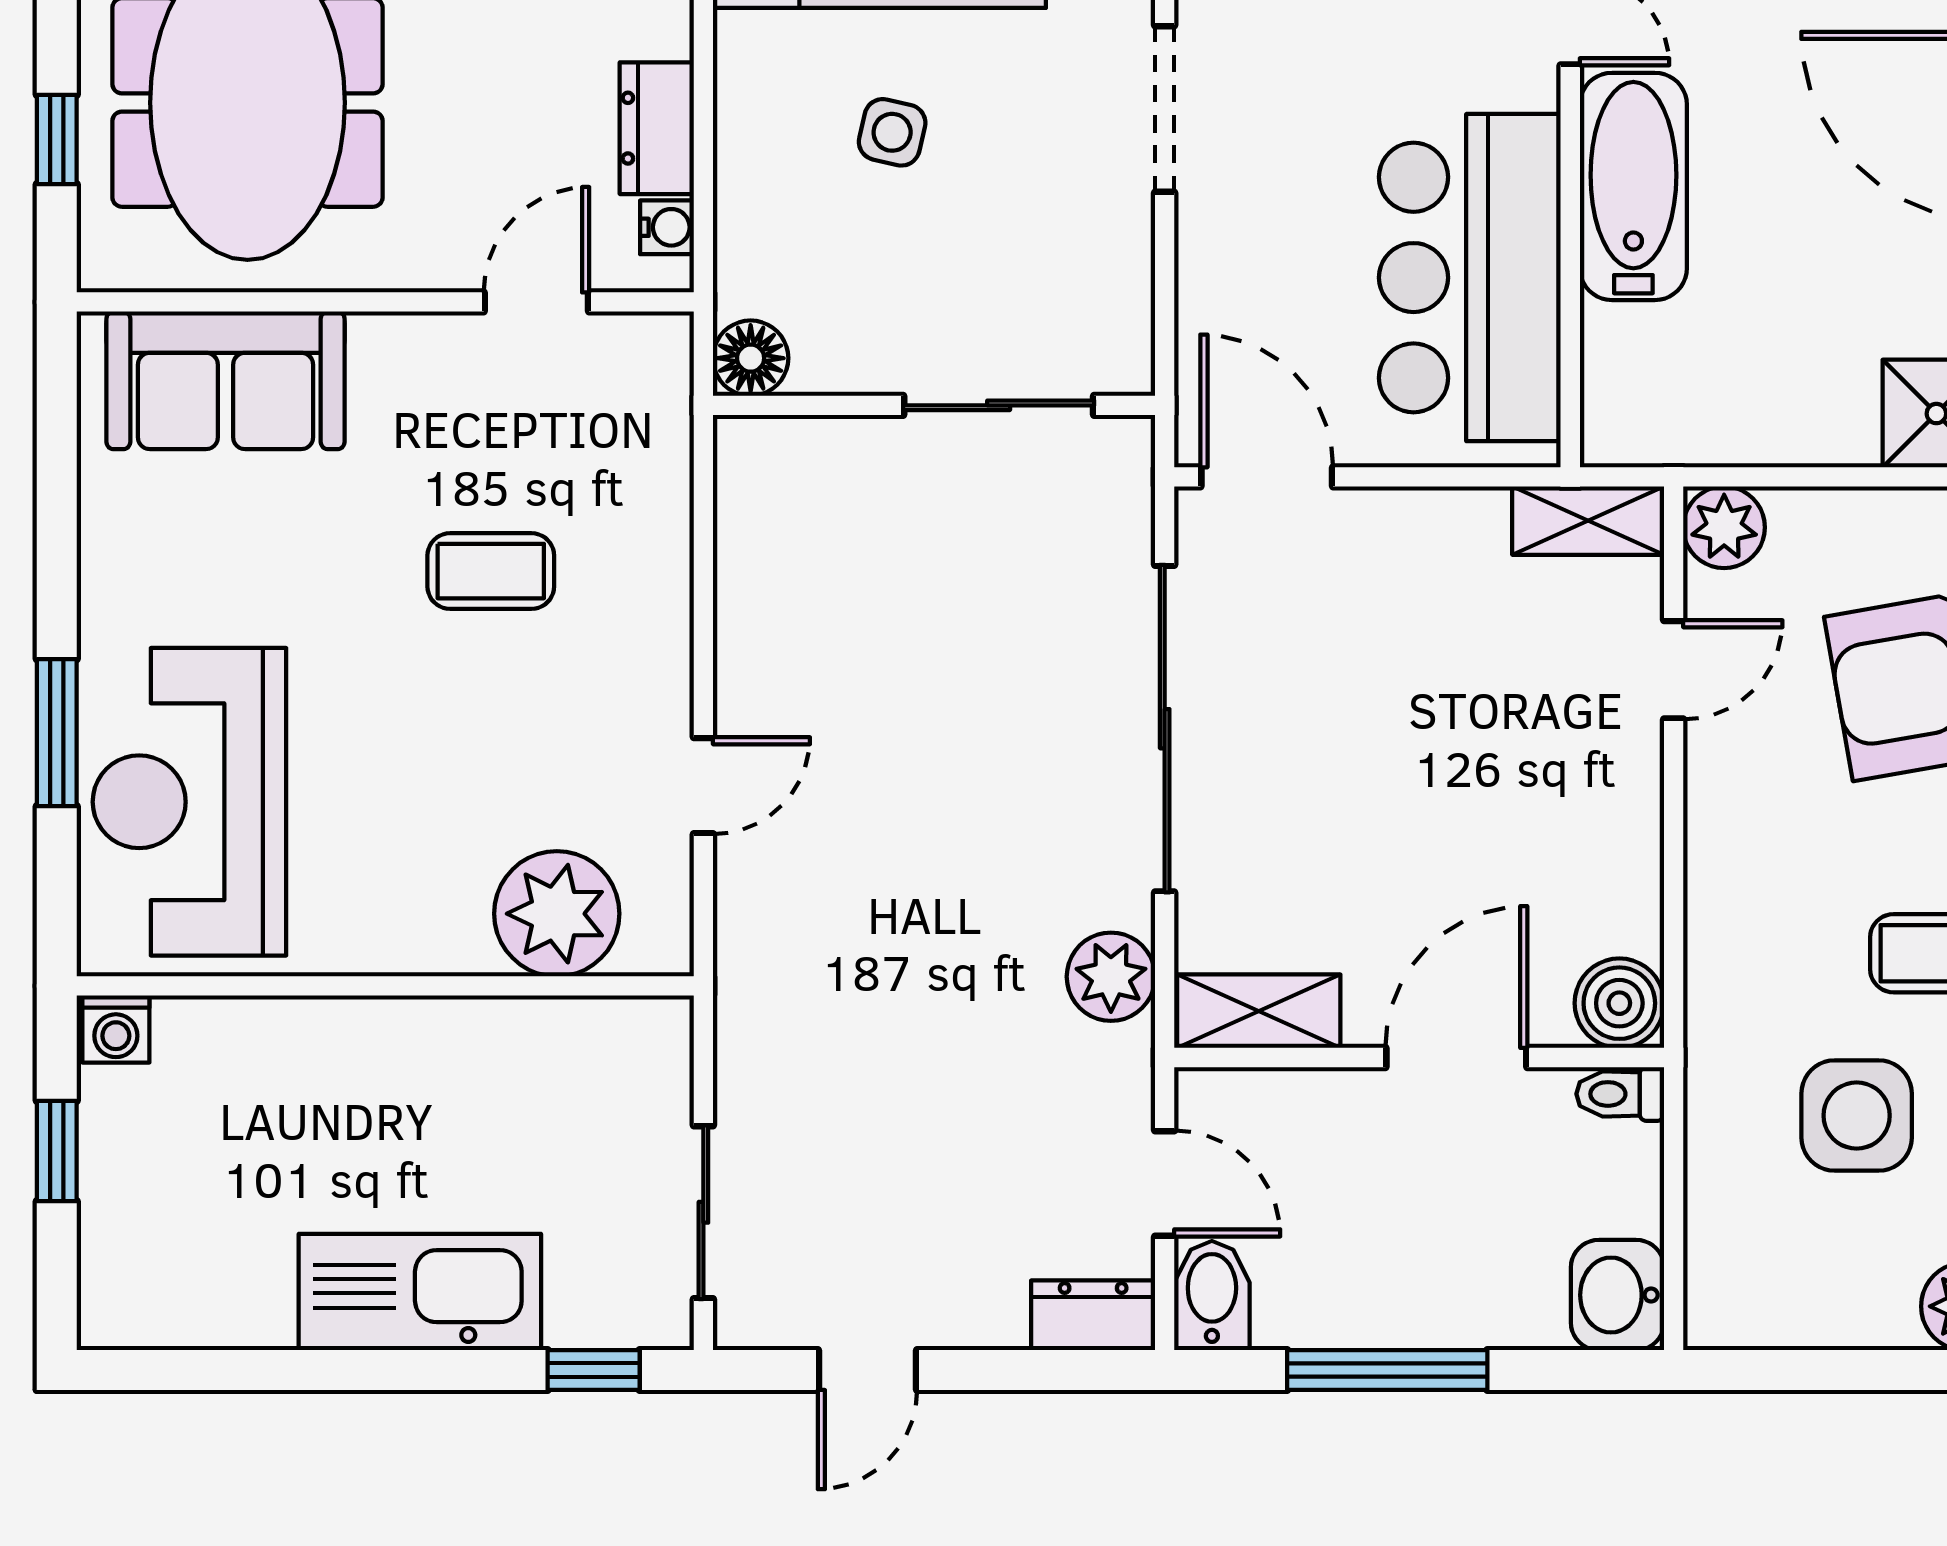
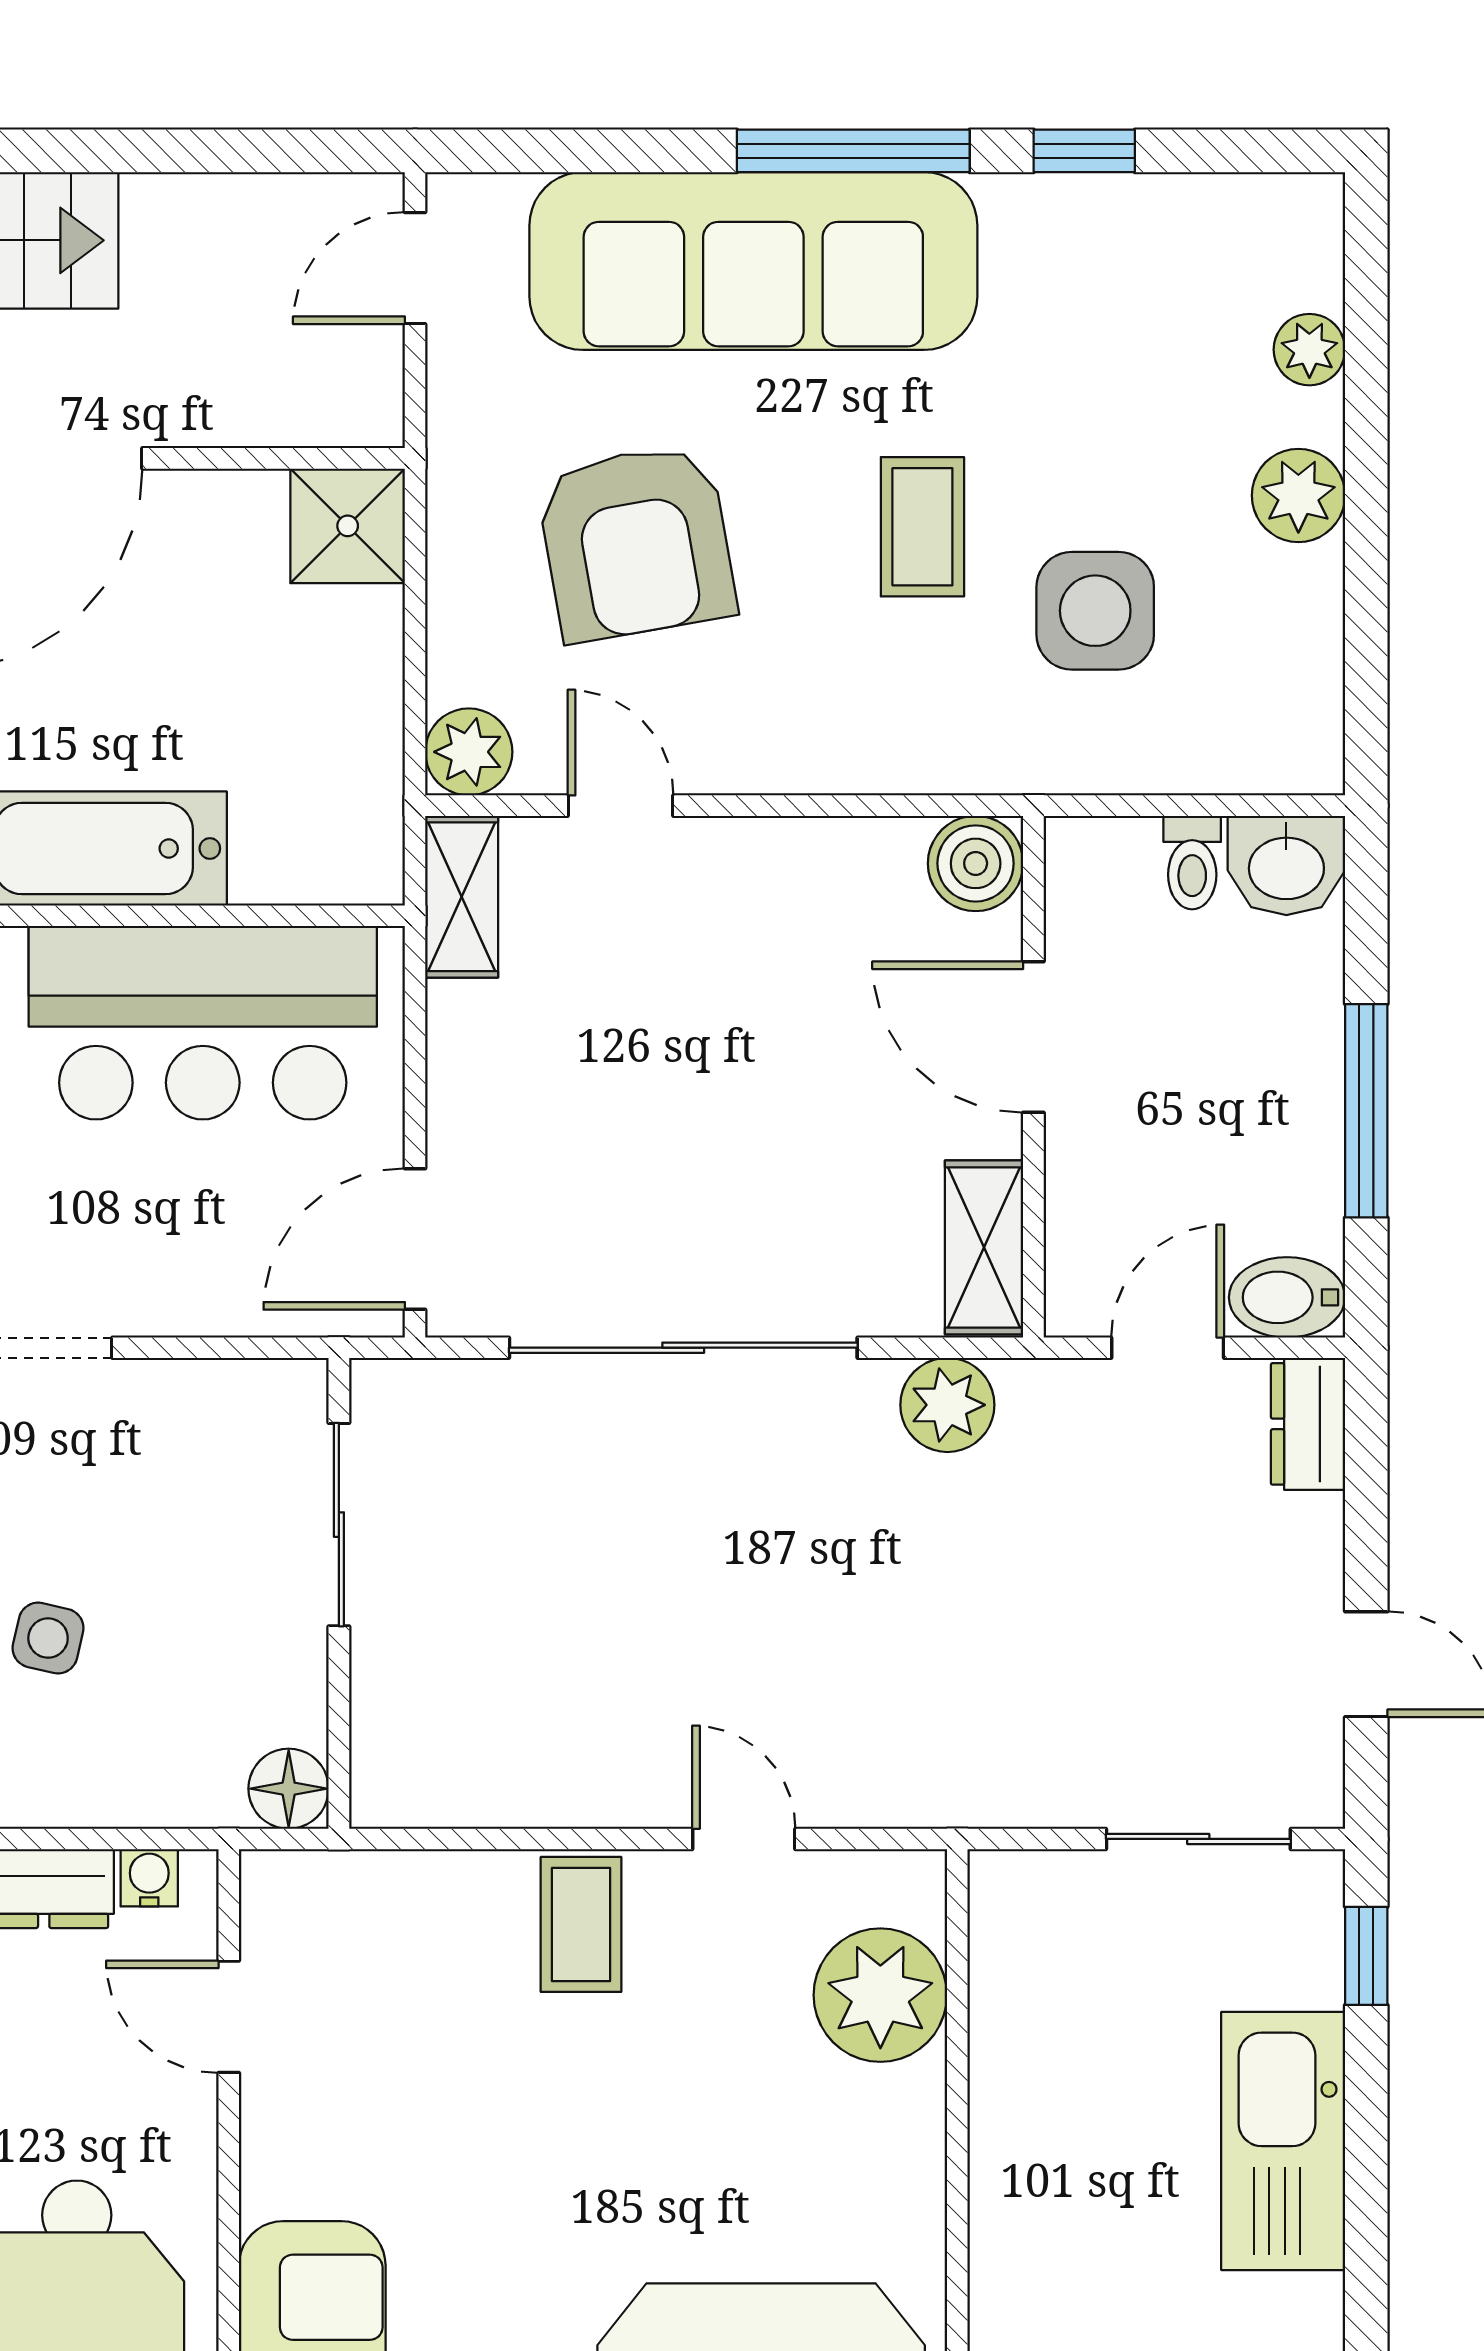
coffee table: (491, 571) -> (581, 1924), moved
toilet: (1620, 1094) -> (1192, 863), moved

